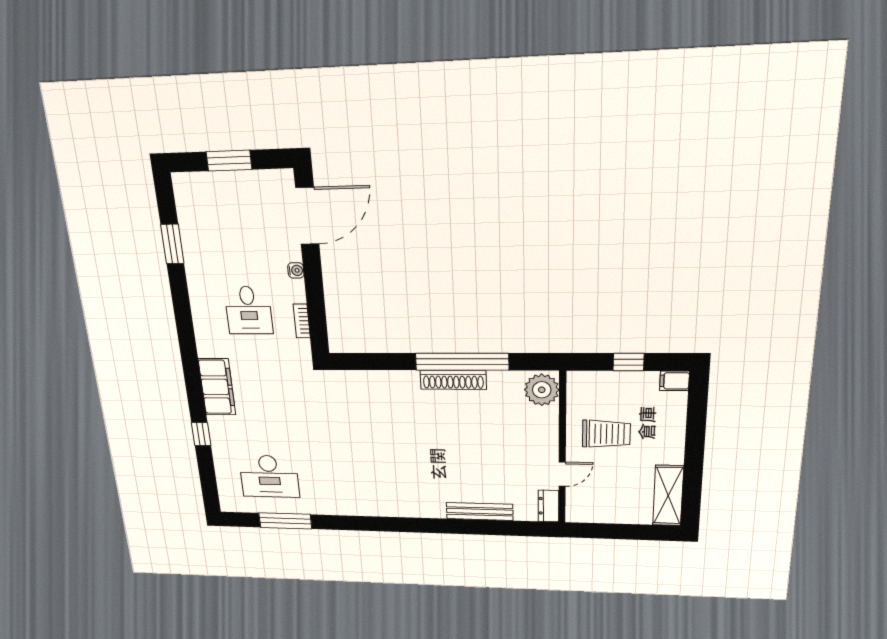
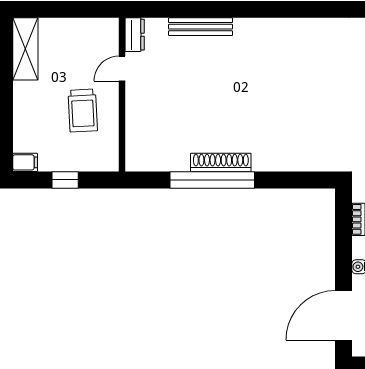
plant: (542, 390) -> (141, 153), removed
trolley: (606, 434) -> (83, 111), turned -93

